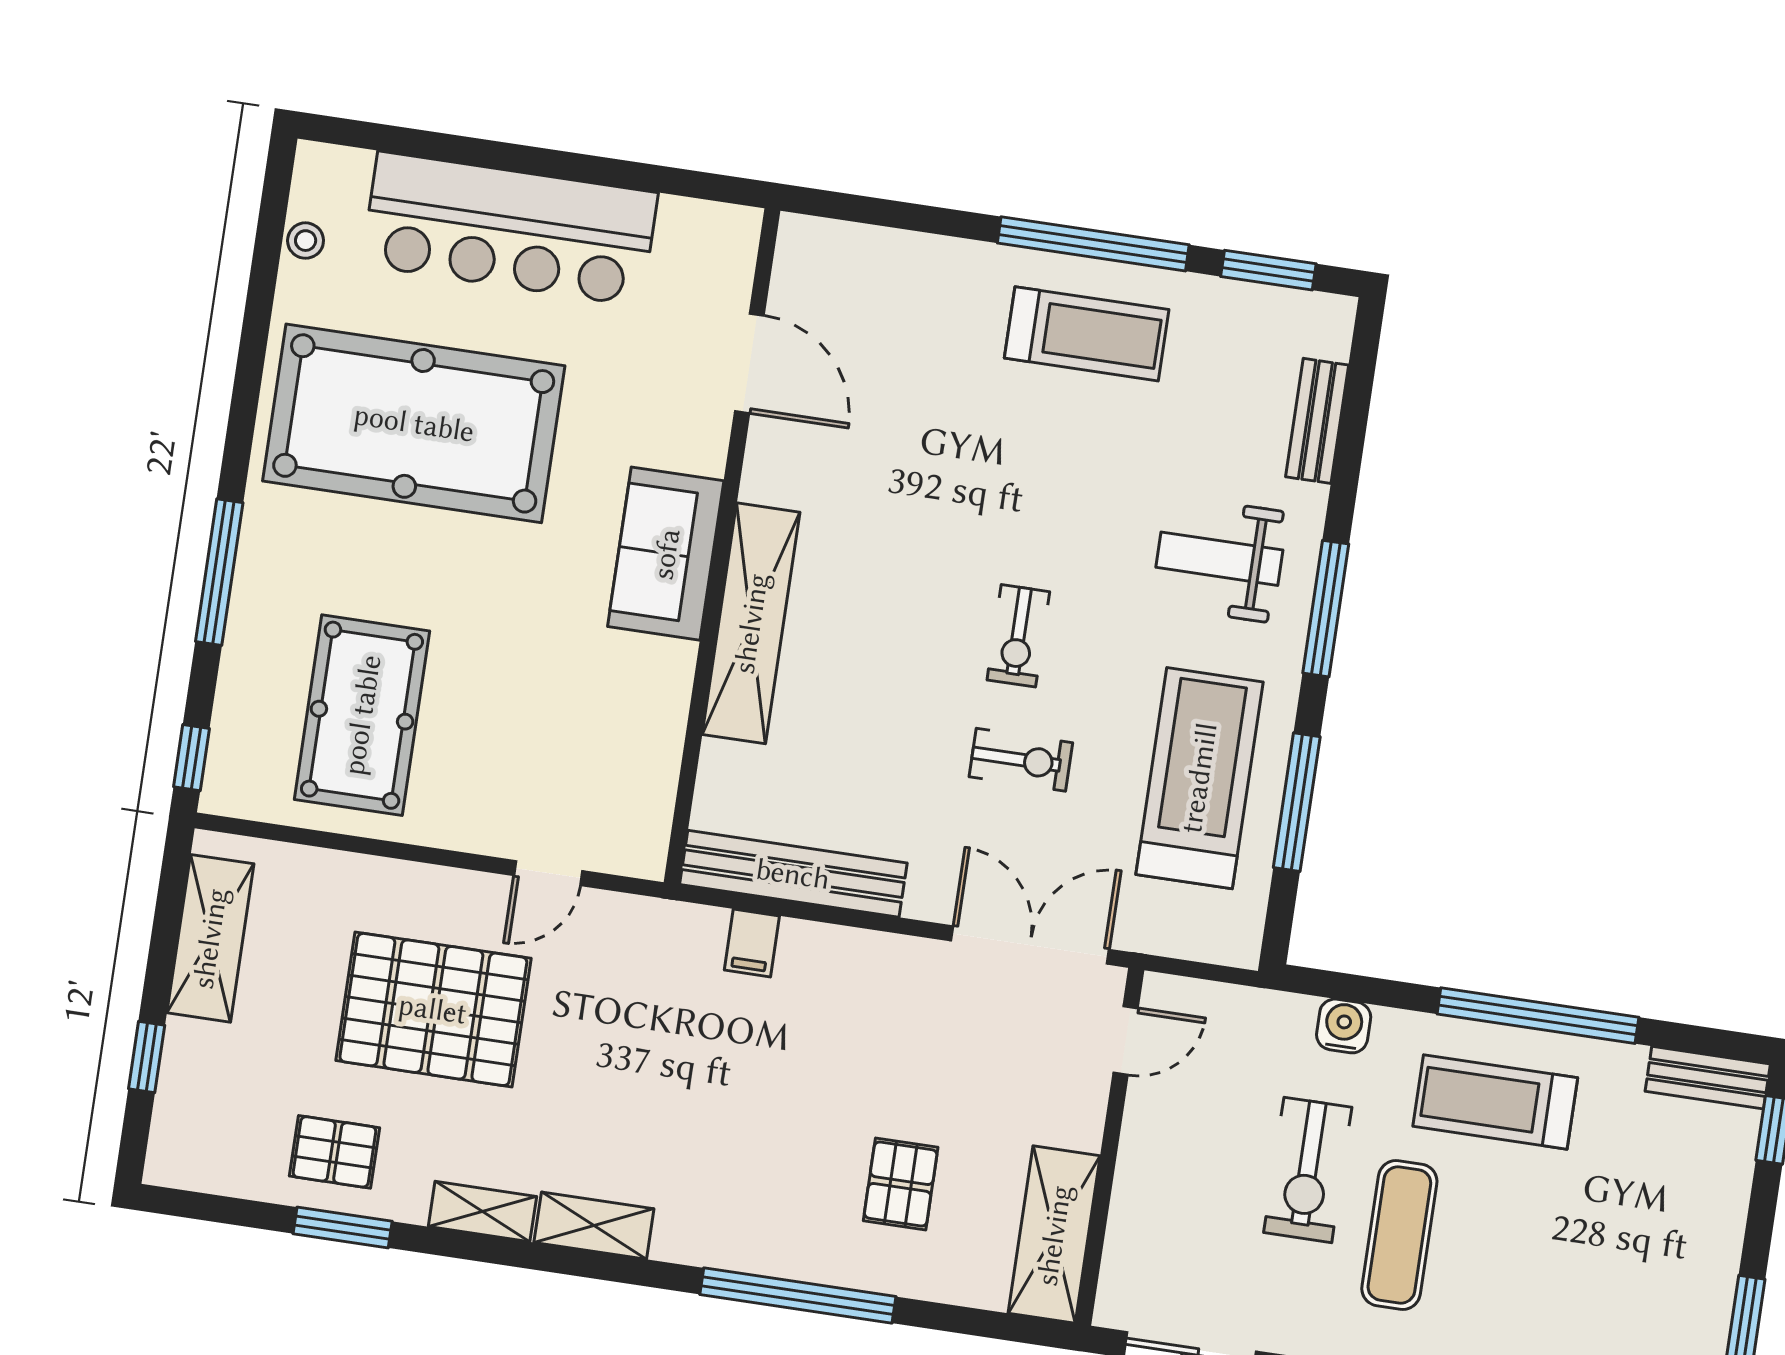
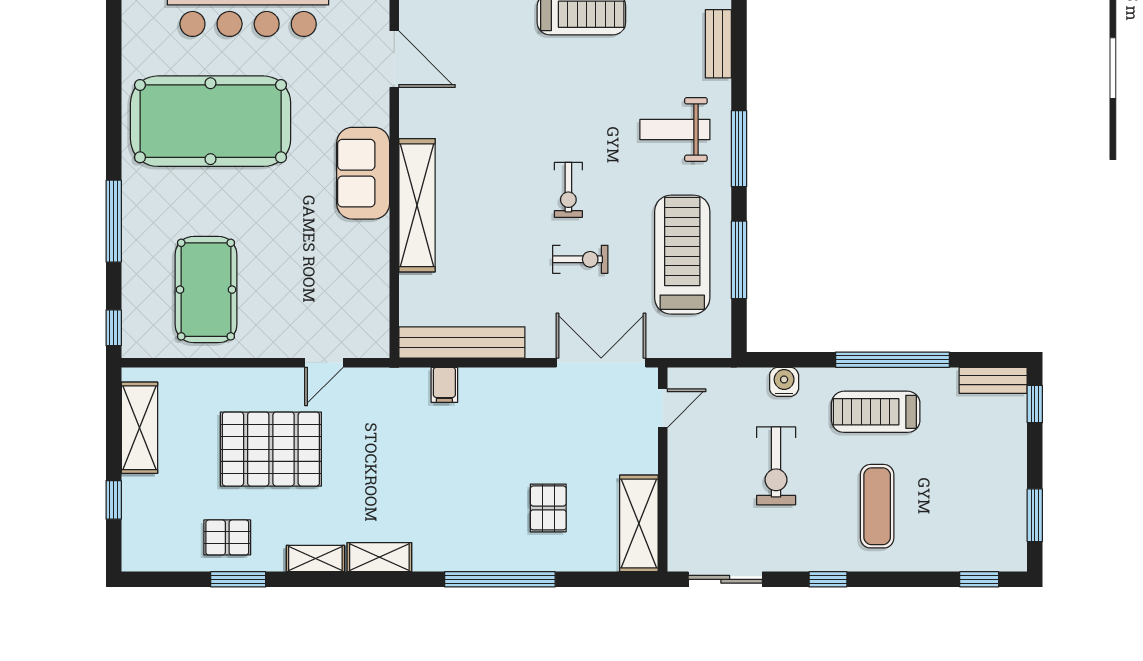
stool: (306, 241) -> (134, 27), removed
exercise mat: (1399, 1235) -> (877, 506), moved

